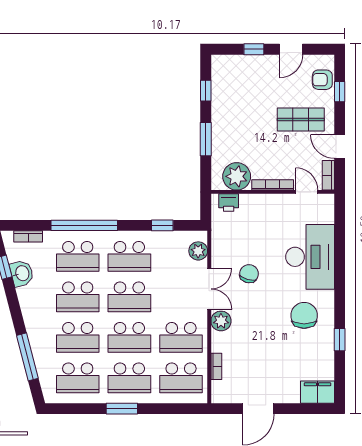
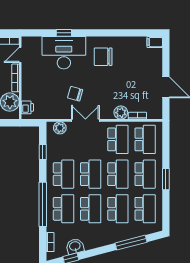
plant: (221, 321) -> (121, 113), moved
window: (340, 340) -> (64, 33), moved
filing cabinet: (317, 392) -> (155, 42), width x0.50

